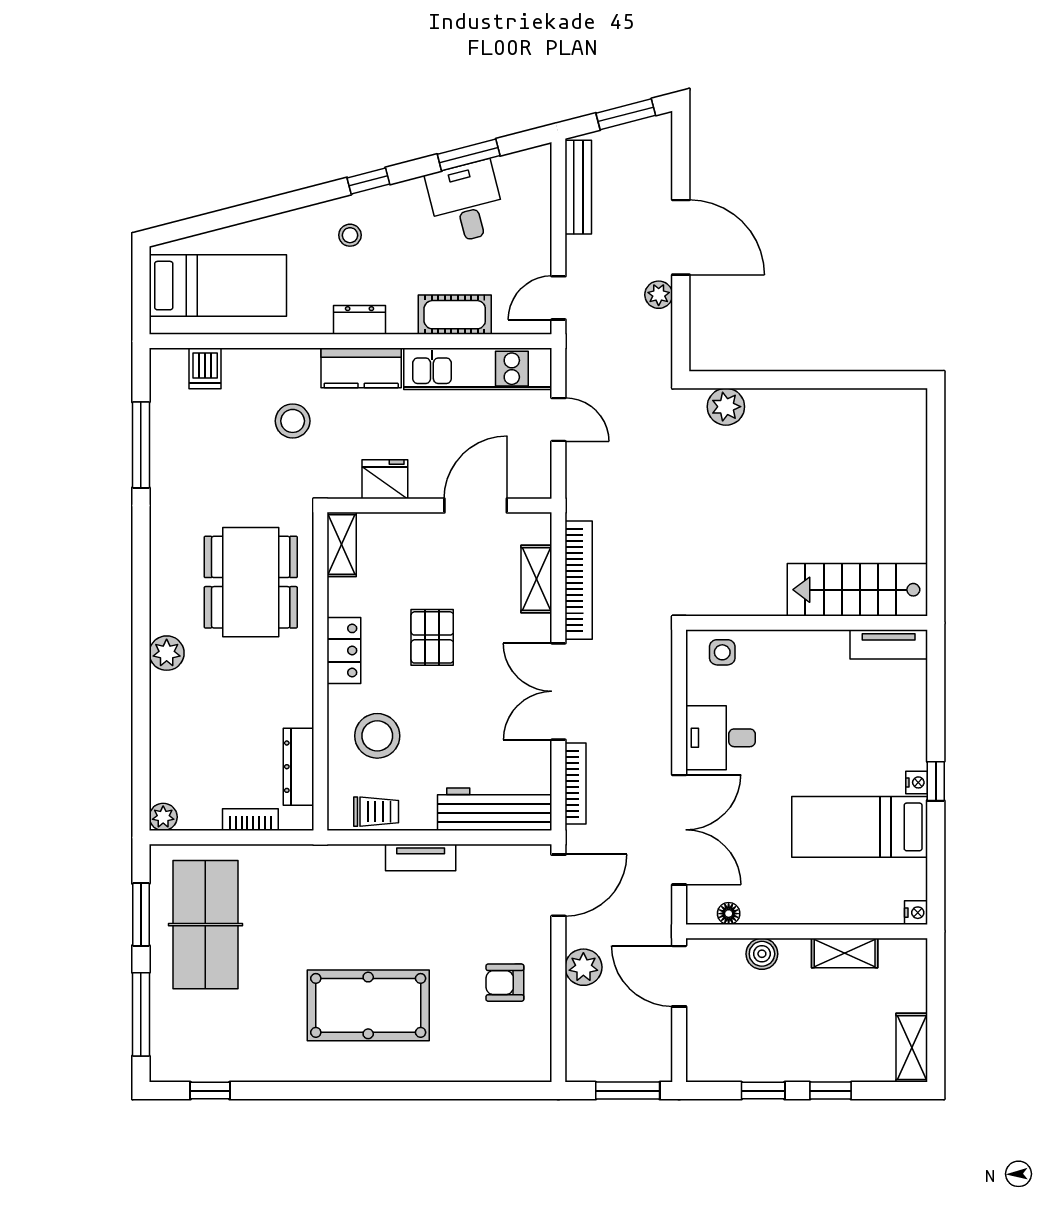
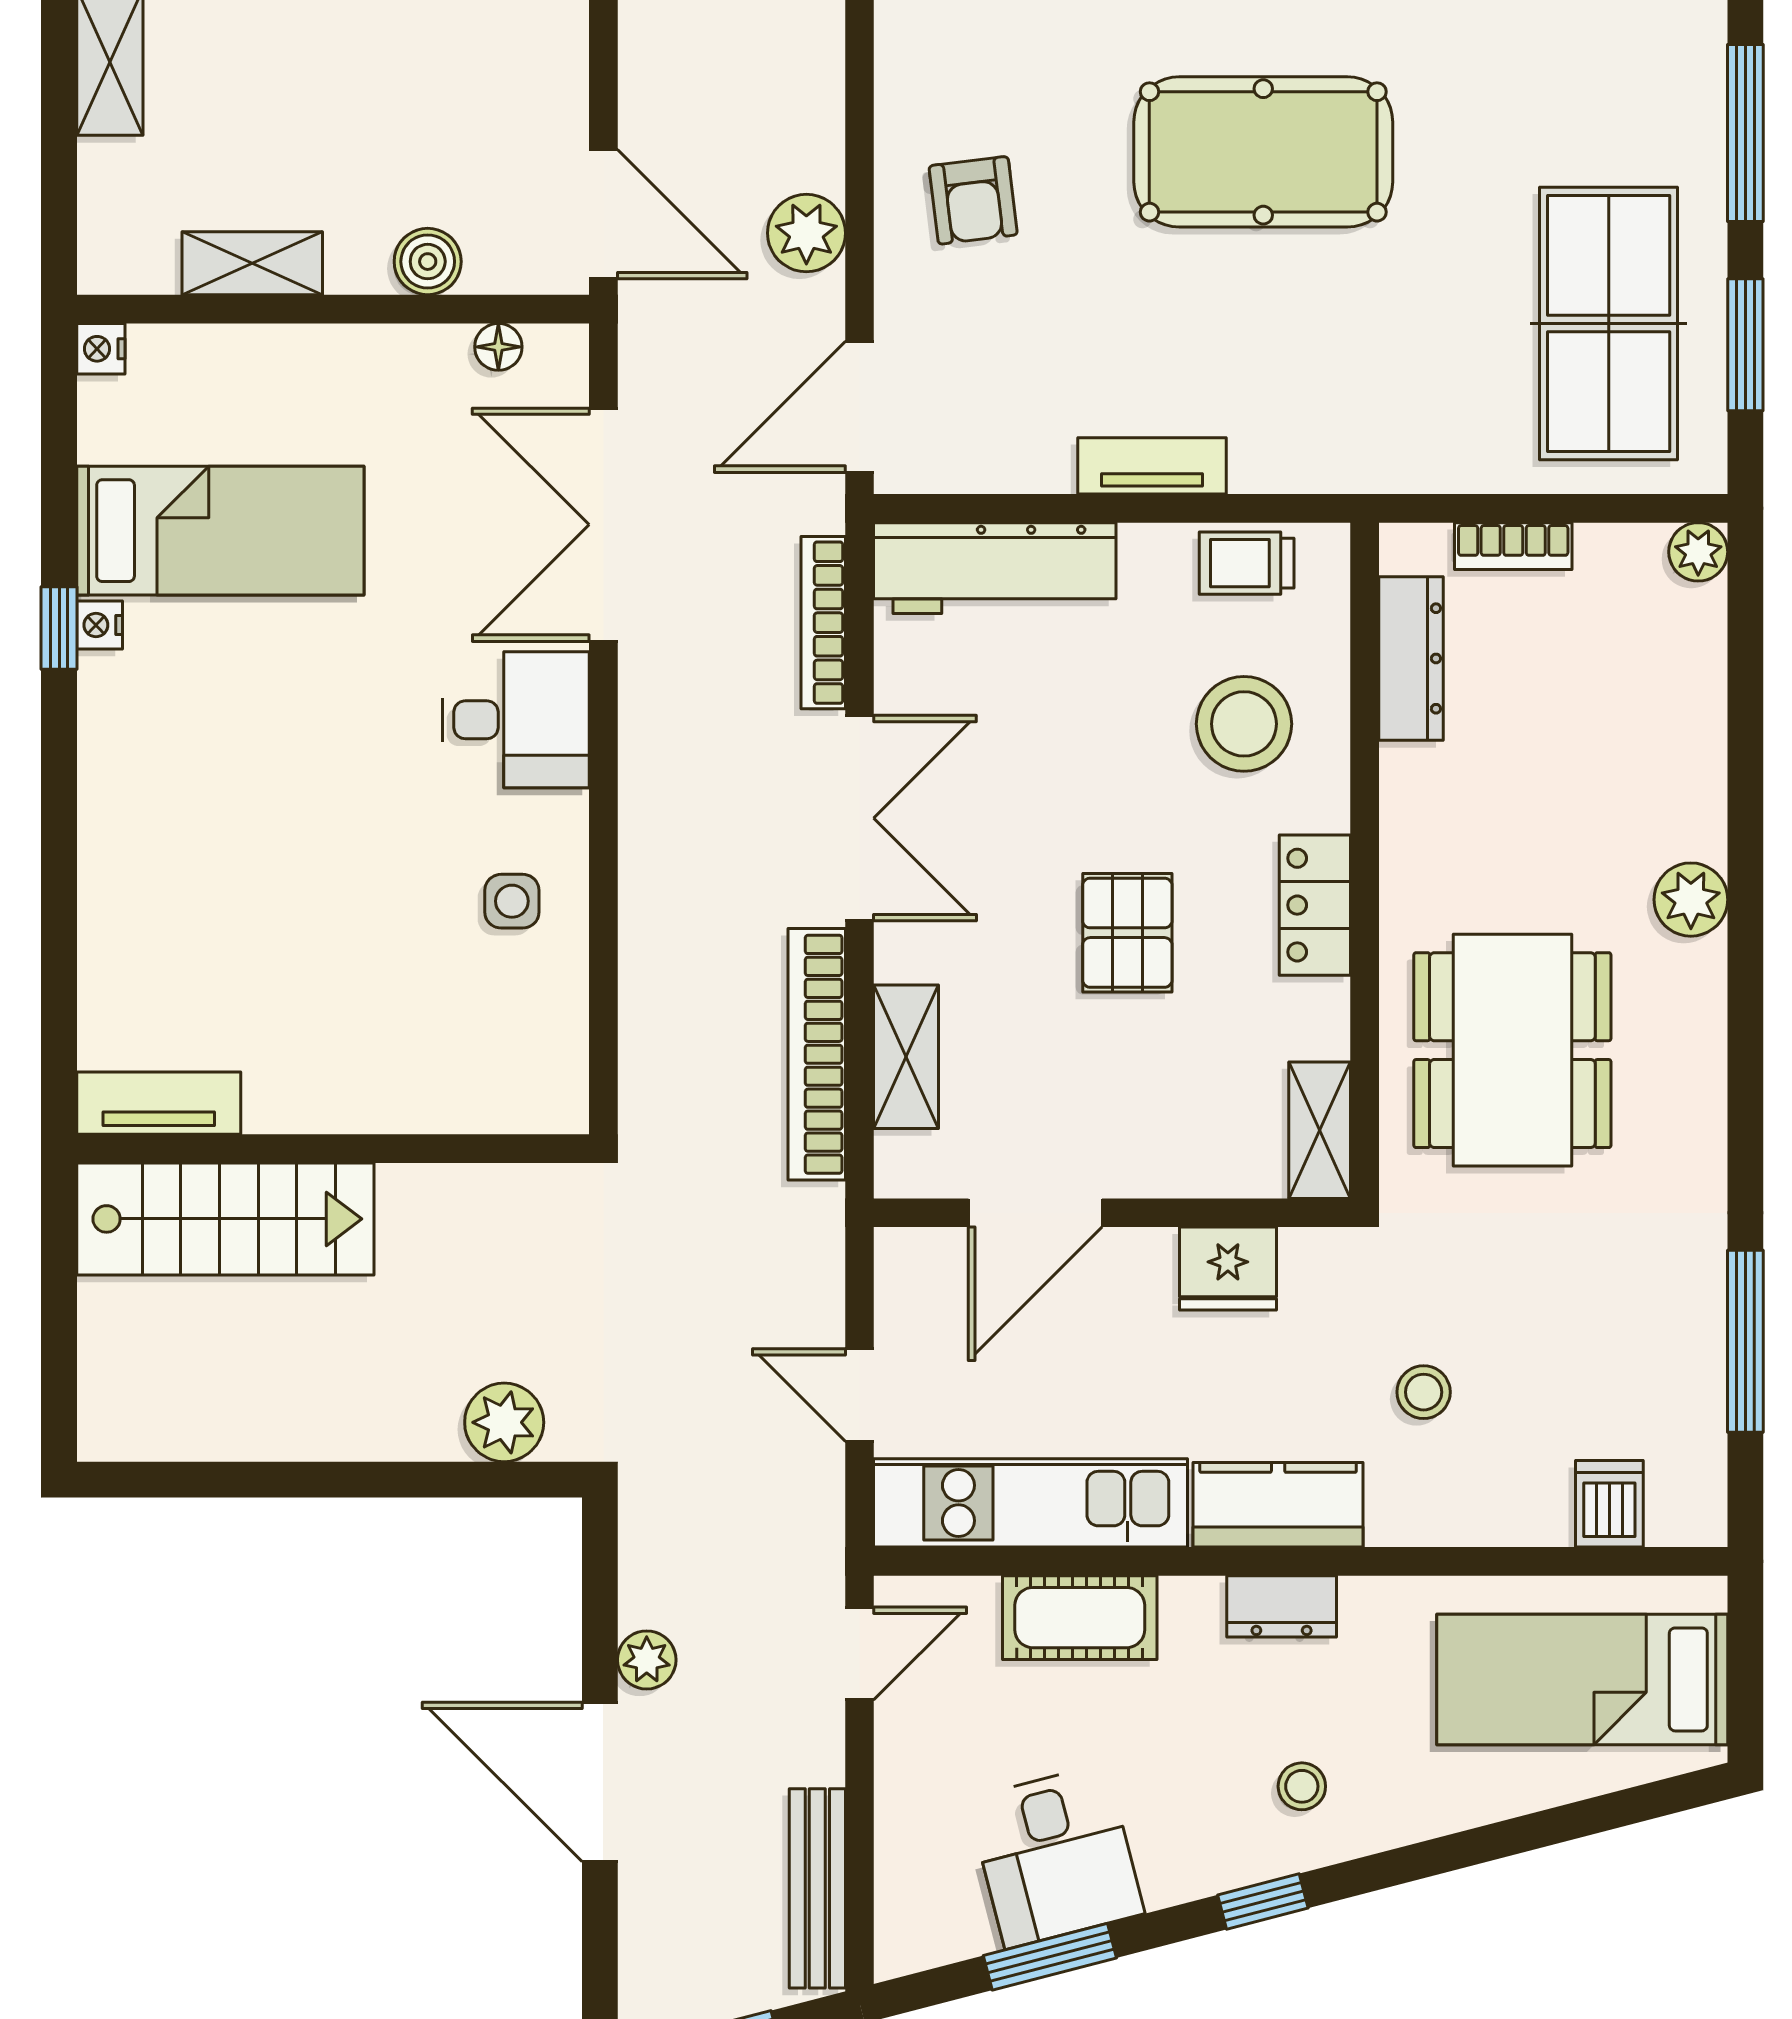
stool: (293, 421) -> (1424, 1392), width x0.73, depth x0.73
stairs: (857, 590) -> (225, 1219), moved
wall: (807, 623) -> (333, 1149), moved
tv unit: (889, 644) -> (159, 1103), moved
armchair: (505, 983) -> (973, 200), turned 83

